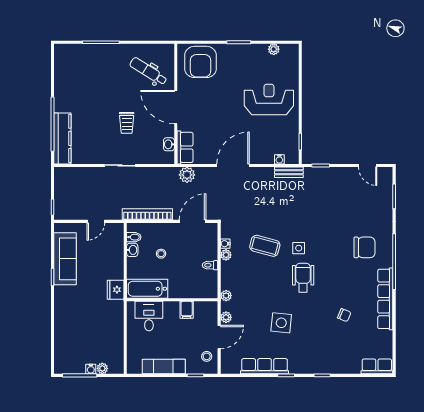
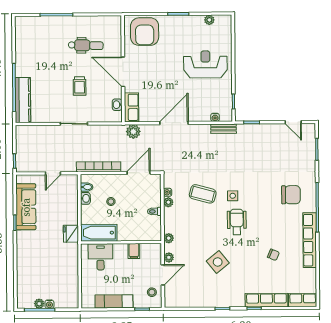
dental chair: (148, 71) -> (86, 45), moved, turned 150
side table: (281, 323) -> (218, 262), turned 45
row of seats: (265, 366) -> (266, 300), moved
plant: (102, 368) -> (39, 304), moved

